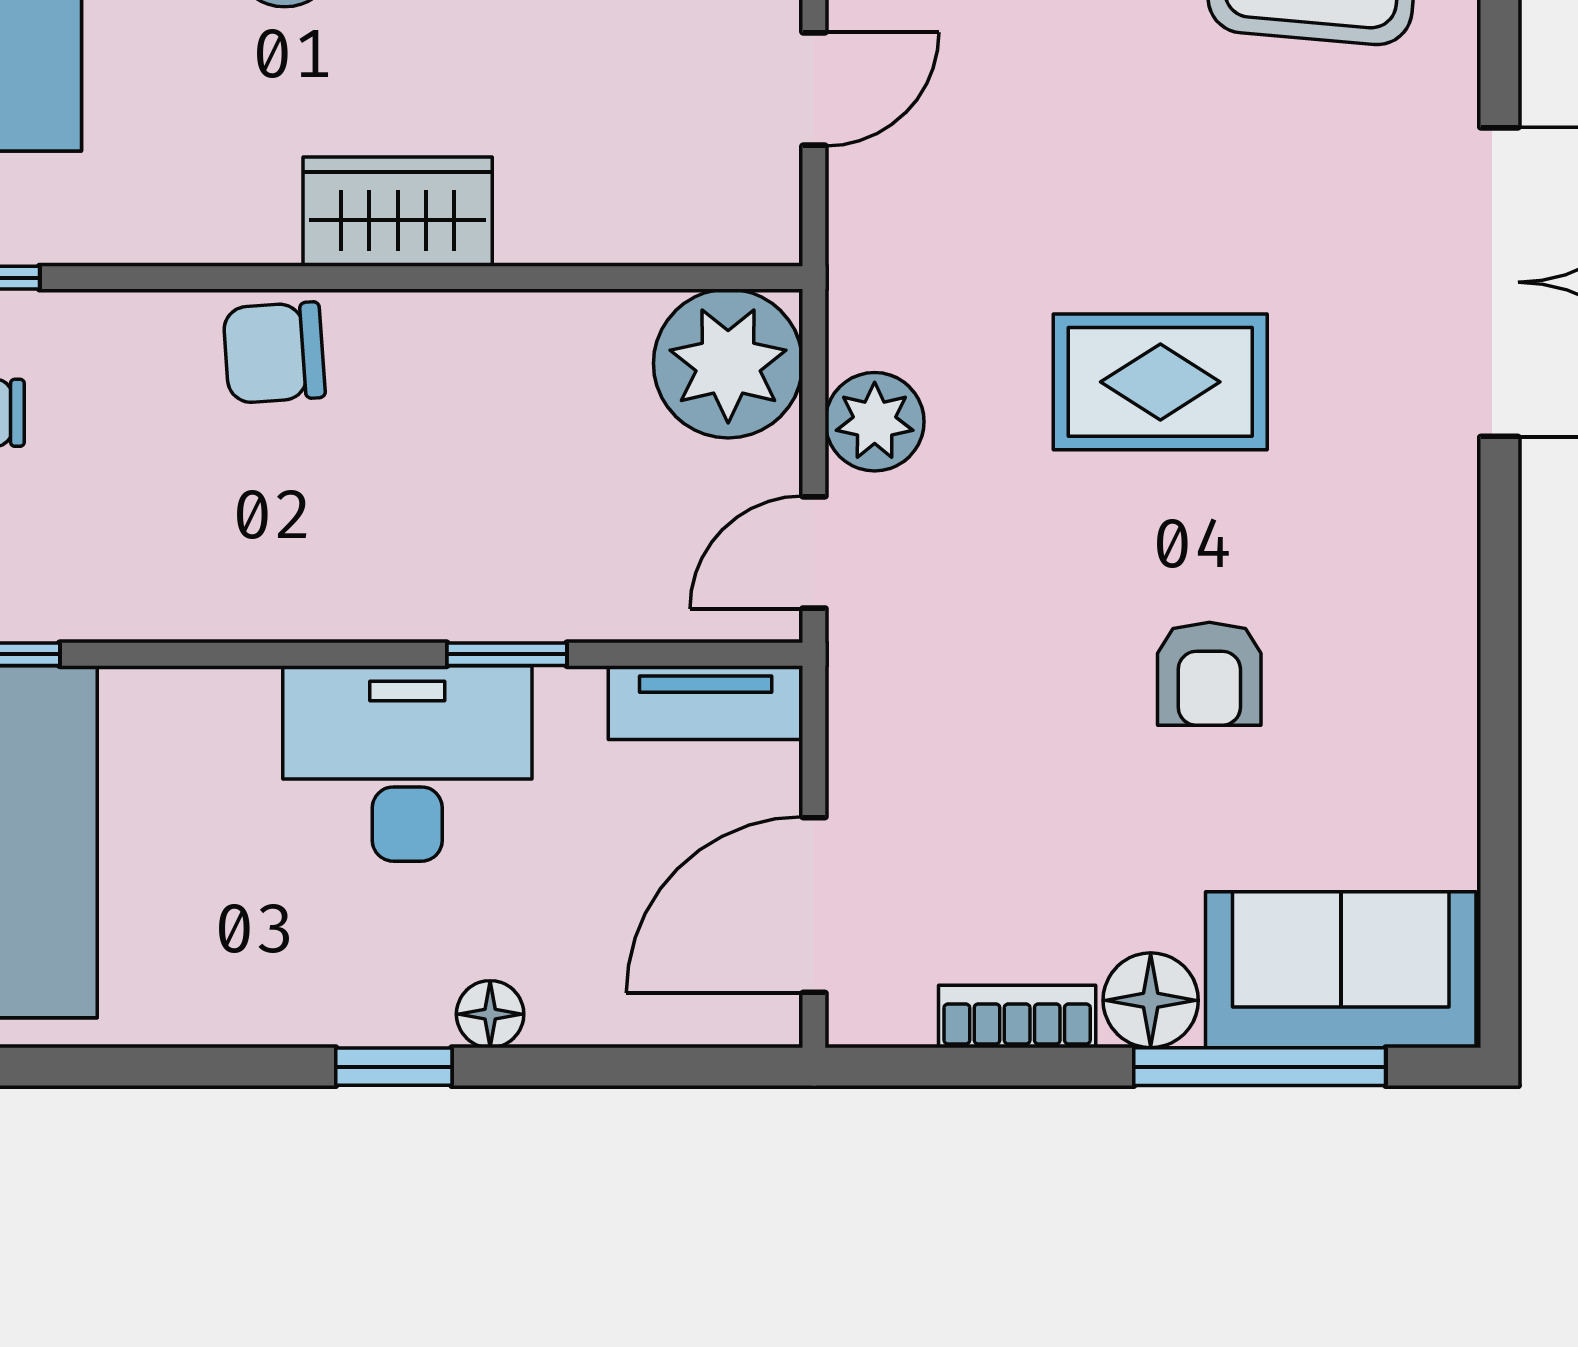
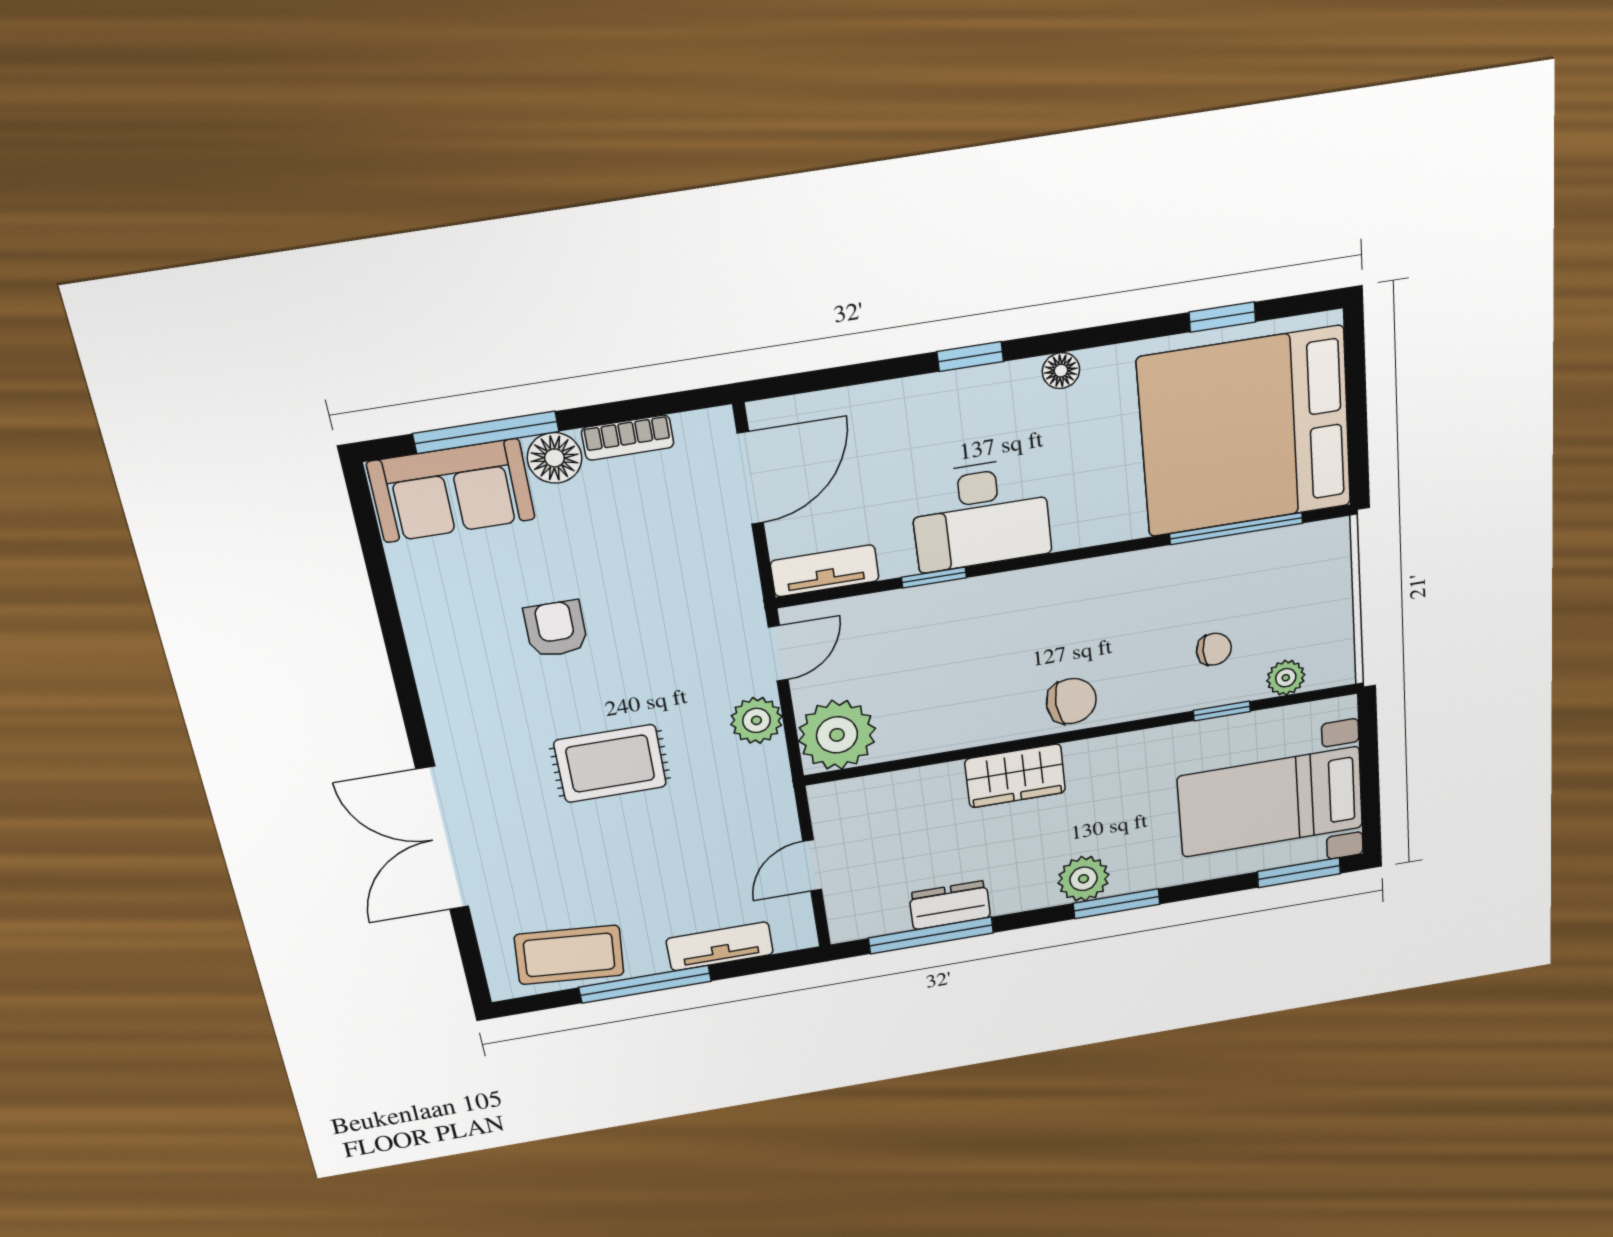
floor lamp: (490, 1014) -> (1061, 371), moved

